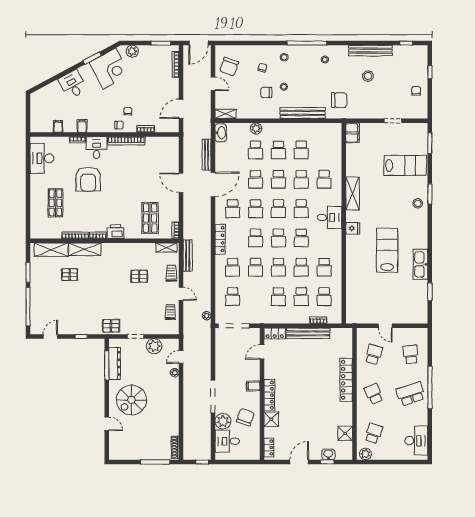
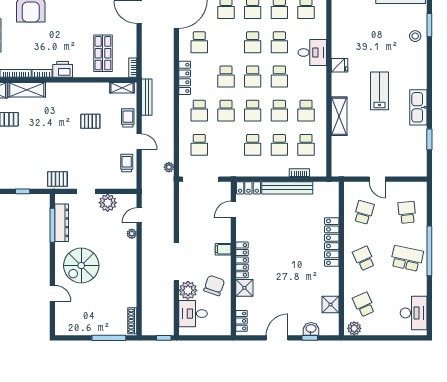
shelving: (353, 193) -> (339, 116), moved
school desk: (255, 209) -> (226, 42), removed
lab bench: (387, 250) -> (379, 91), width x0.73, depth x0.72
school desk: (411, 394) -> (407, 258), turned 30
school desk: (374, 433) -> (364, 304), turned -42

